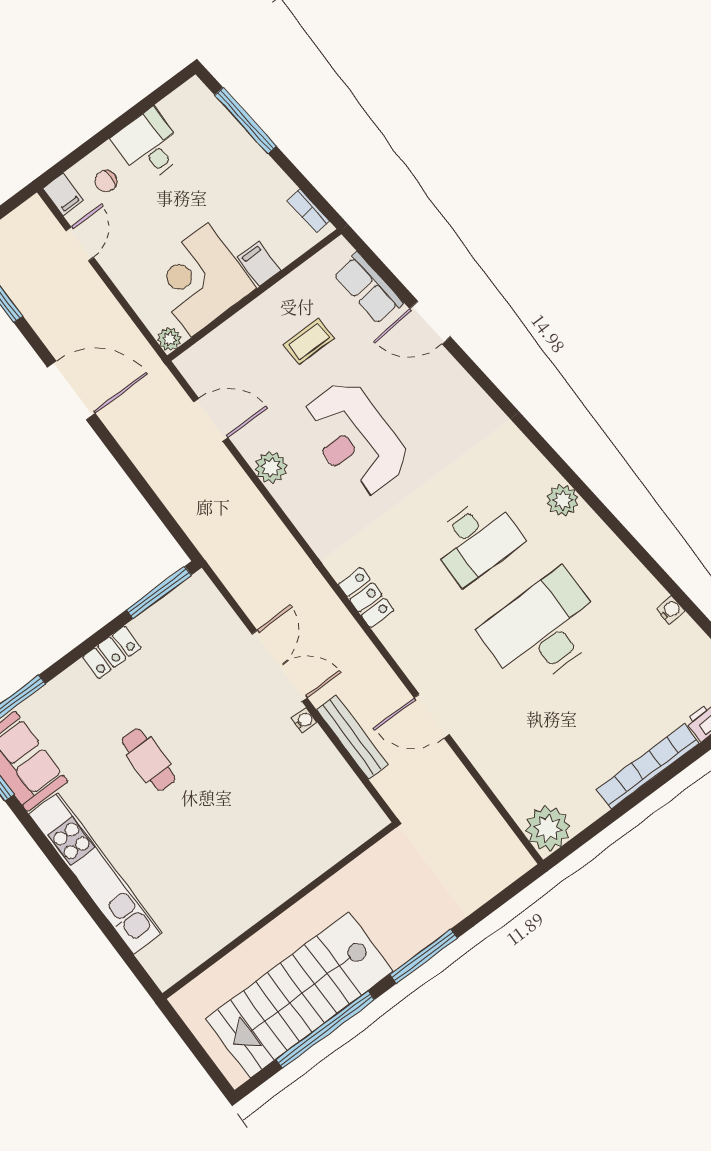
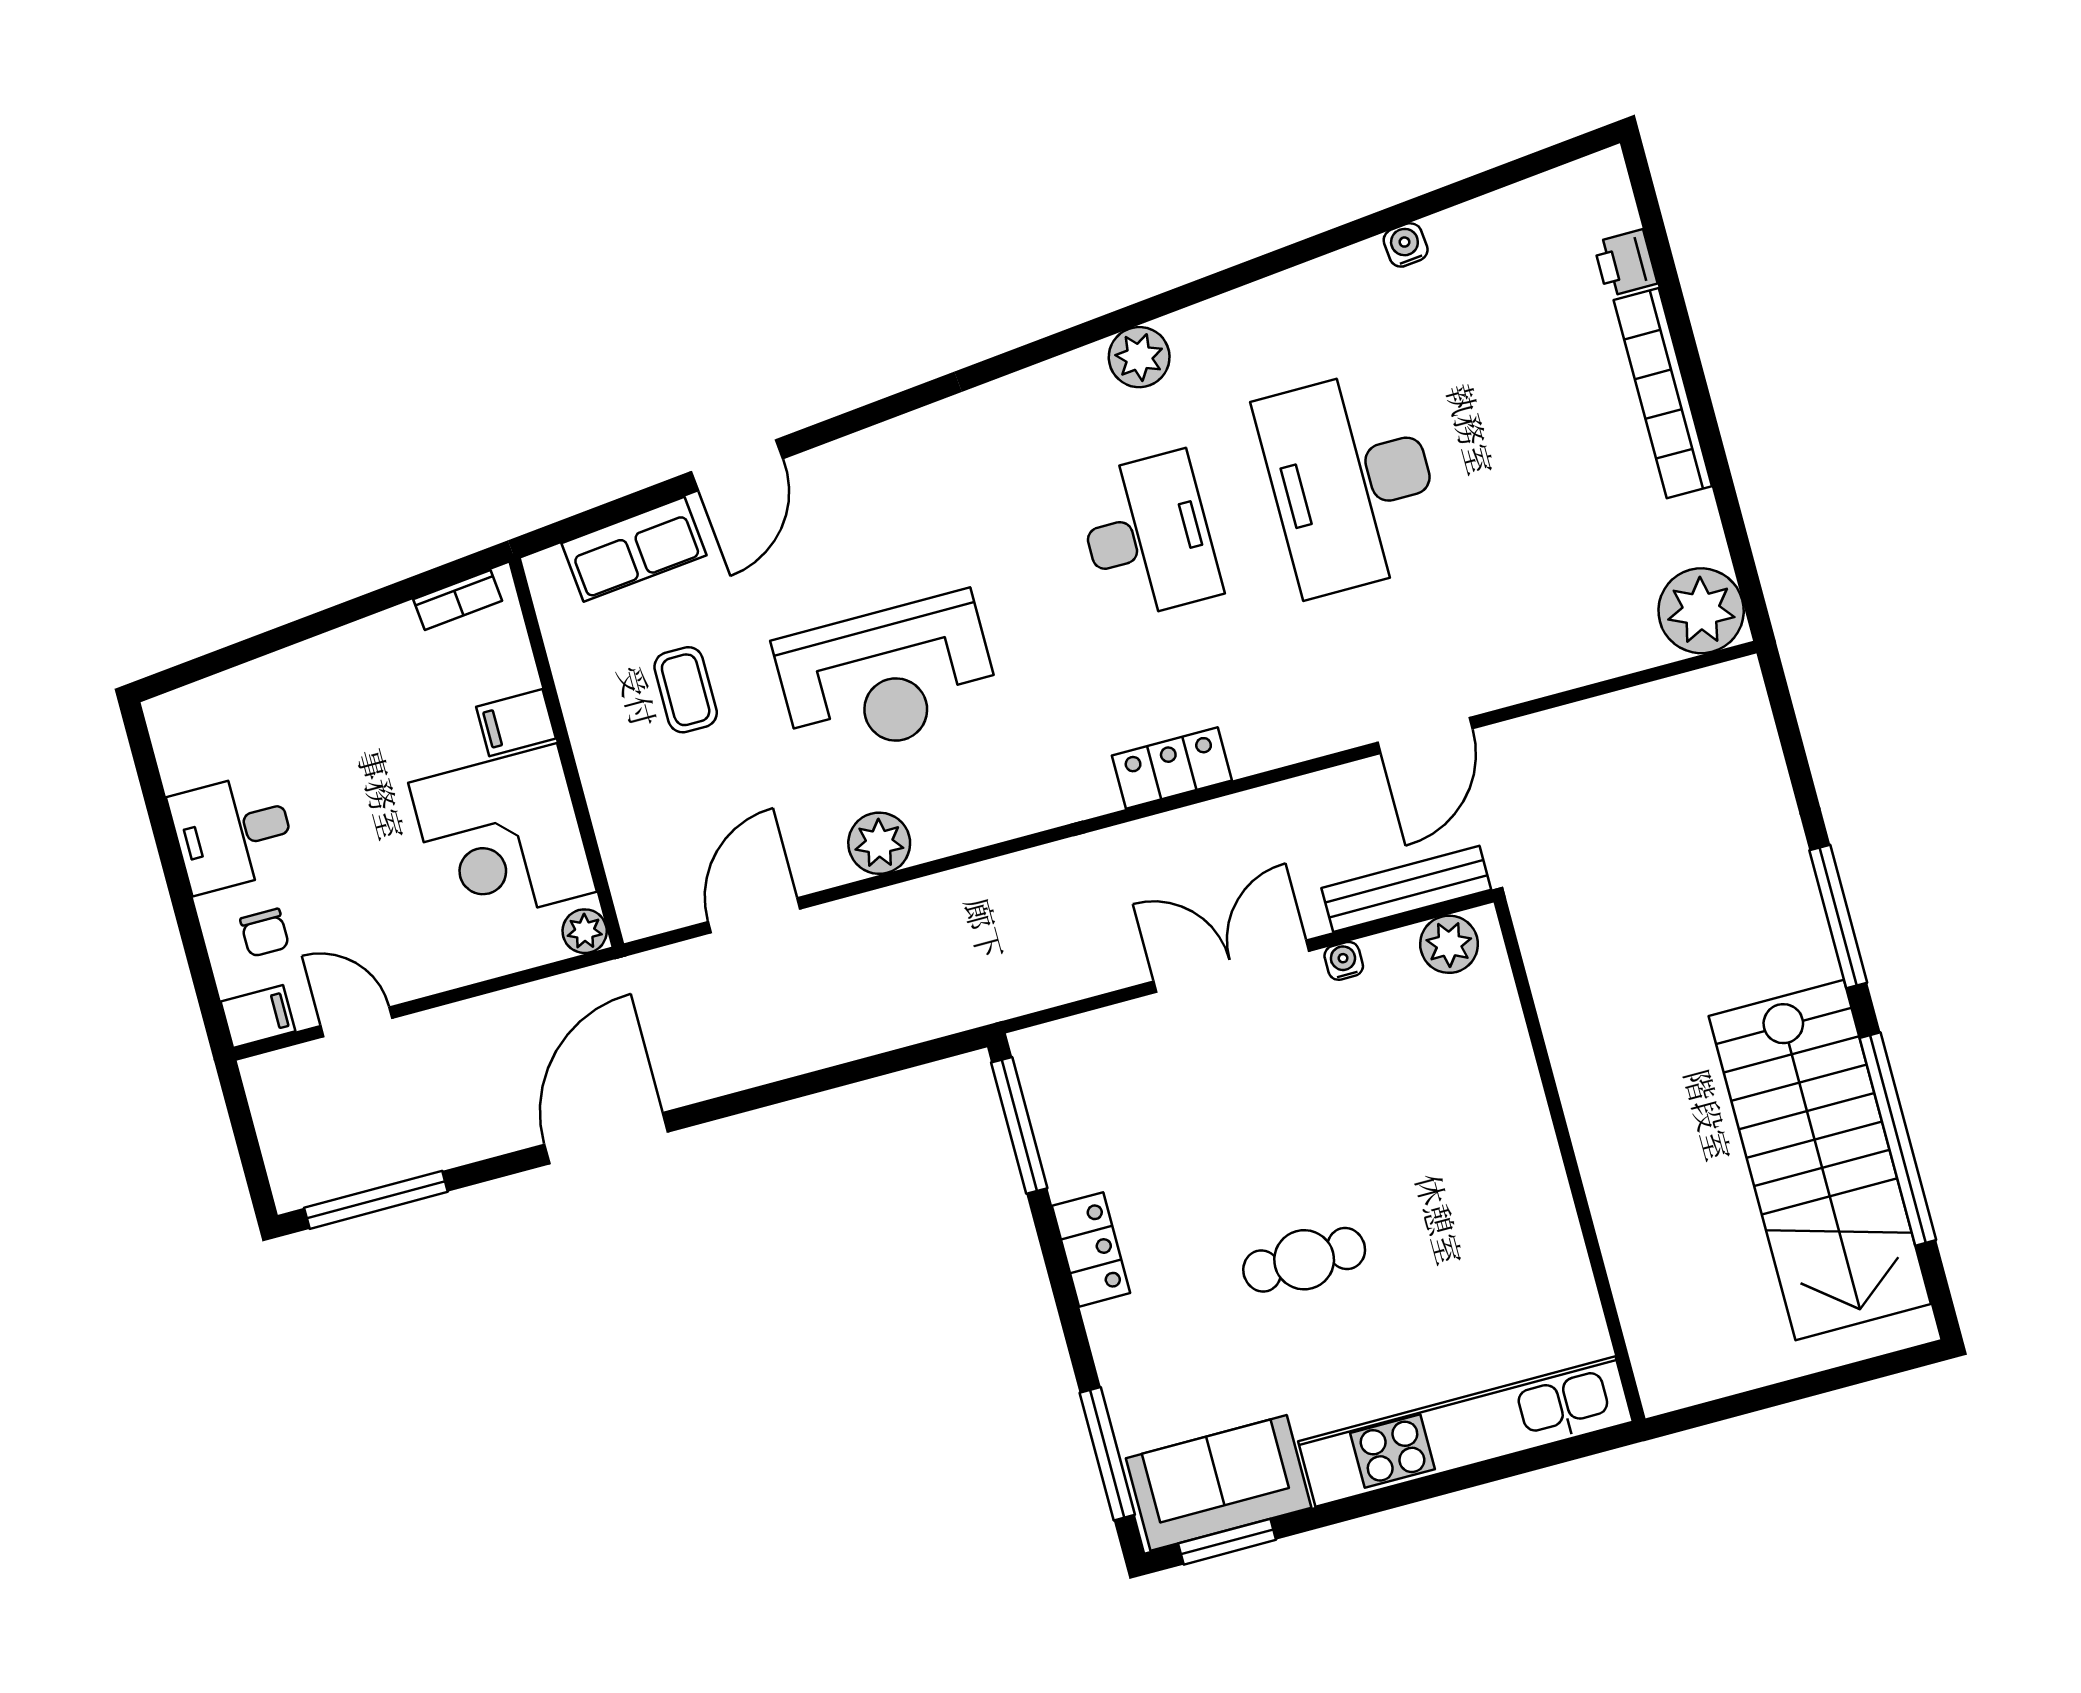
window: (245, 121) -> (256, 647), removed
plant: (333, 769) -> (1449, 944), added
wall: (279, 911) -> (1570, 1161), moved

